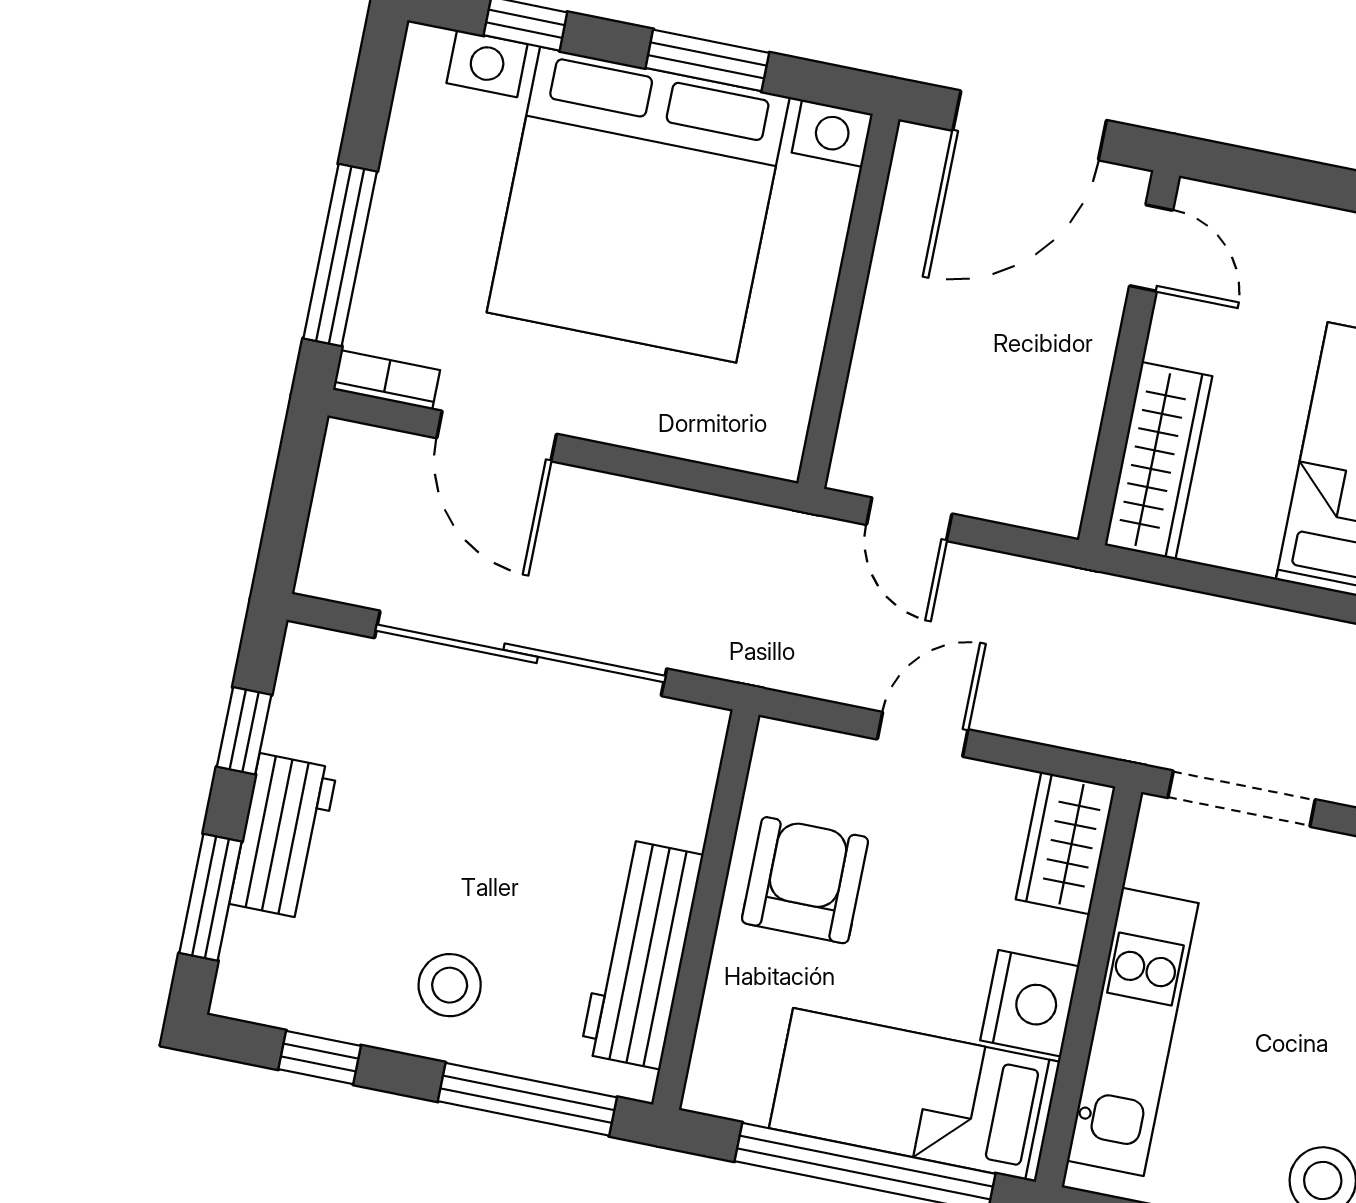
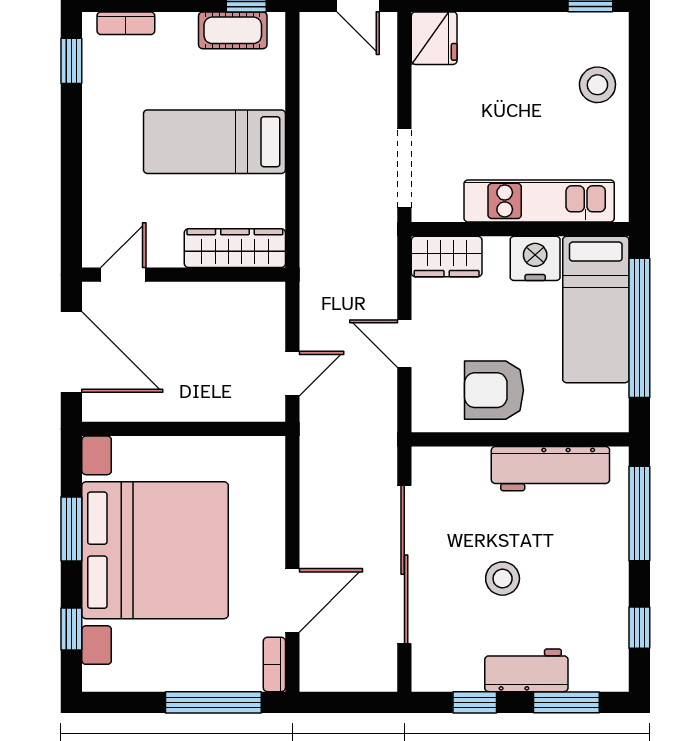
stool: (450, 985) -> (503, 579), moved

